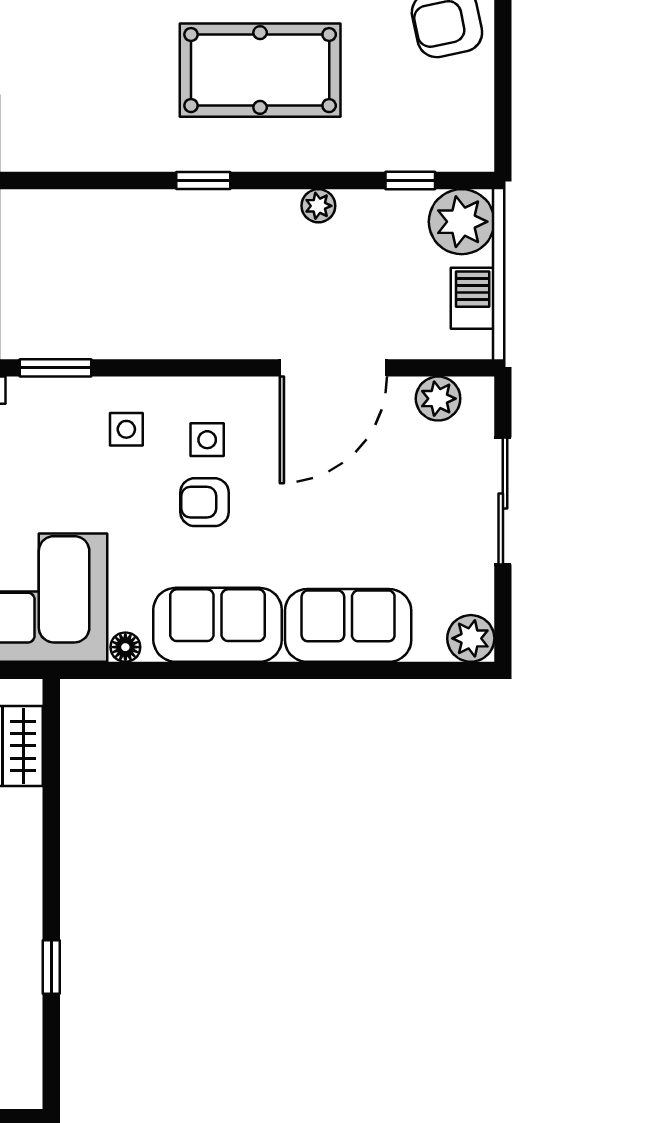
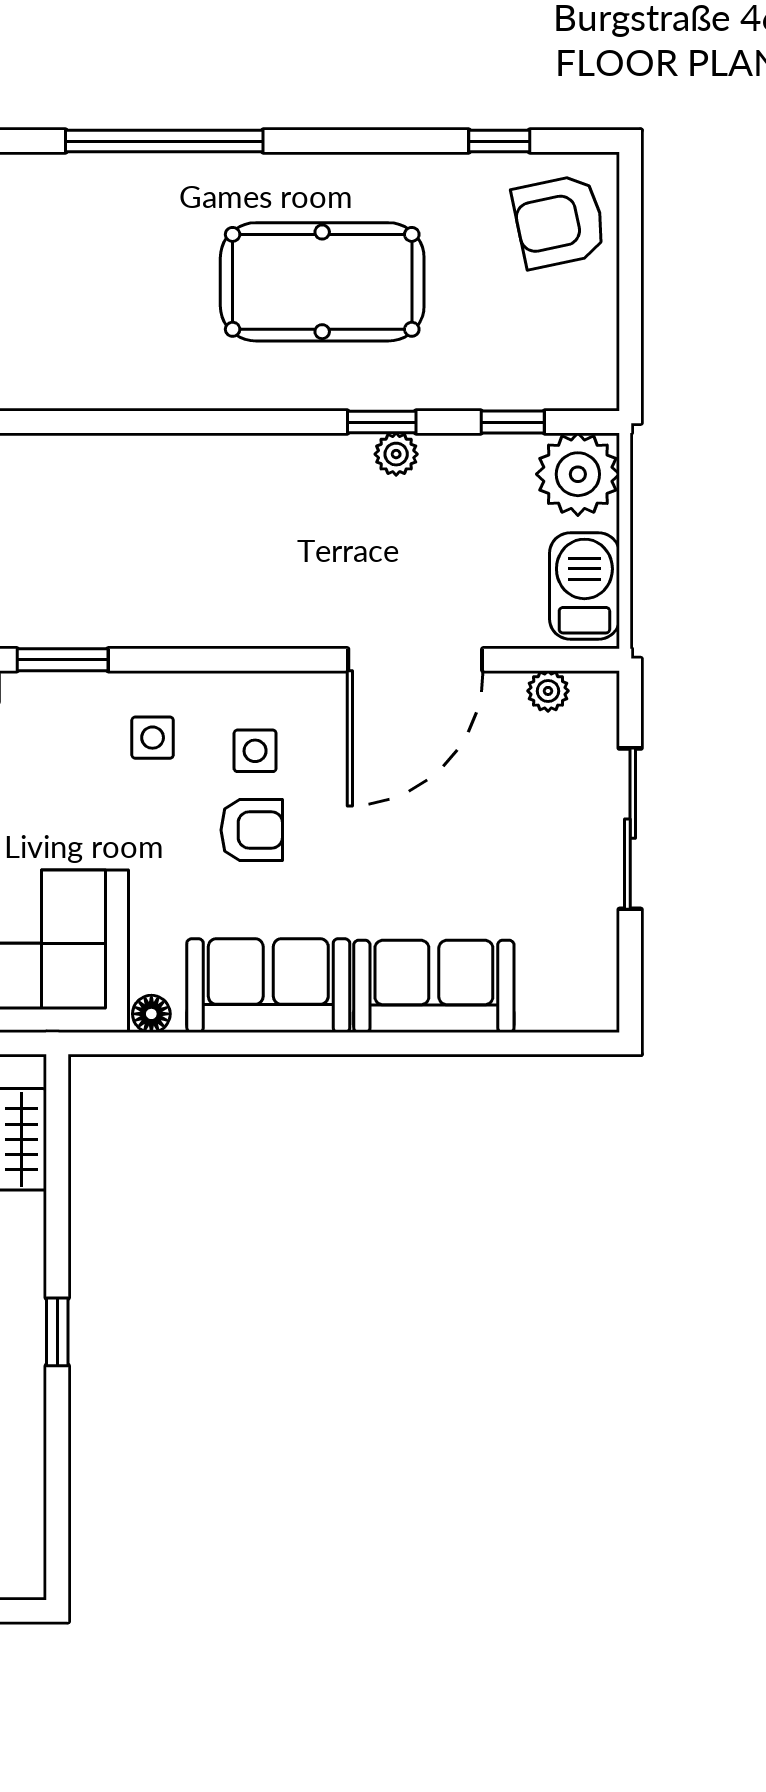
window: (203, 181) -> (382, 422), moved
barbecue: (473, 298) -> (584, 586), width x1.38, depth x1.27
plant: (438, 399) -> (548, 691), width x0.73, depth x0.73
armchair: (205, 502) -> (252, 830), turned 180
plant: (471, 638) -> (590, 1003), removed
window: (51, 967) -> (57, 1332), moved

